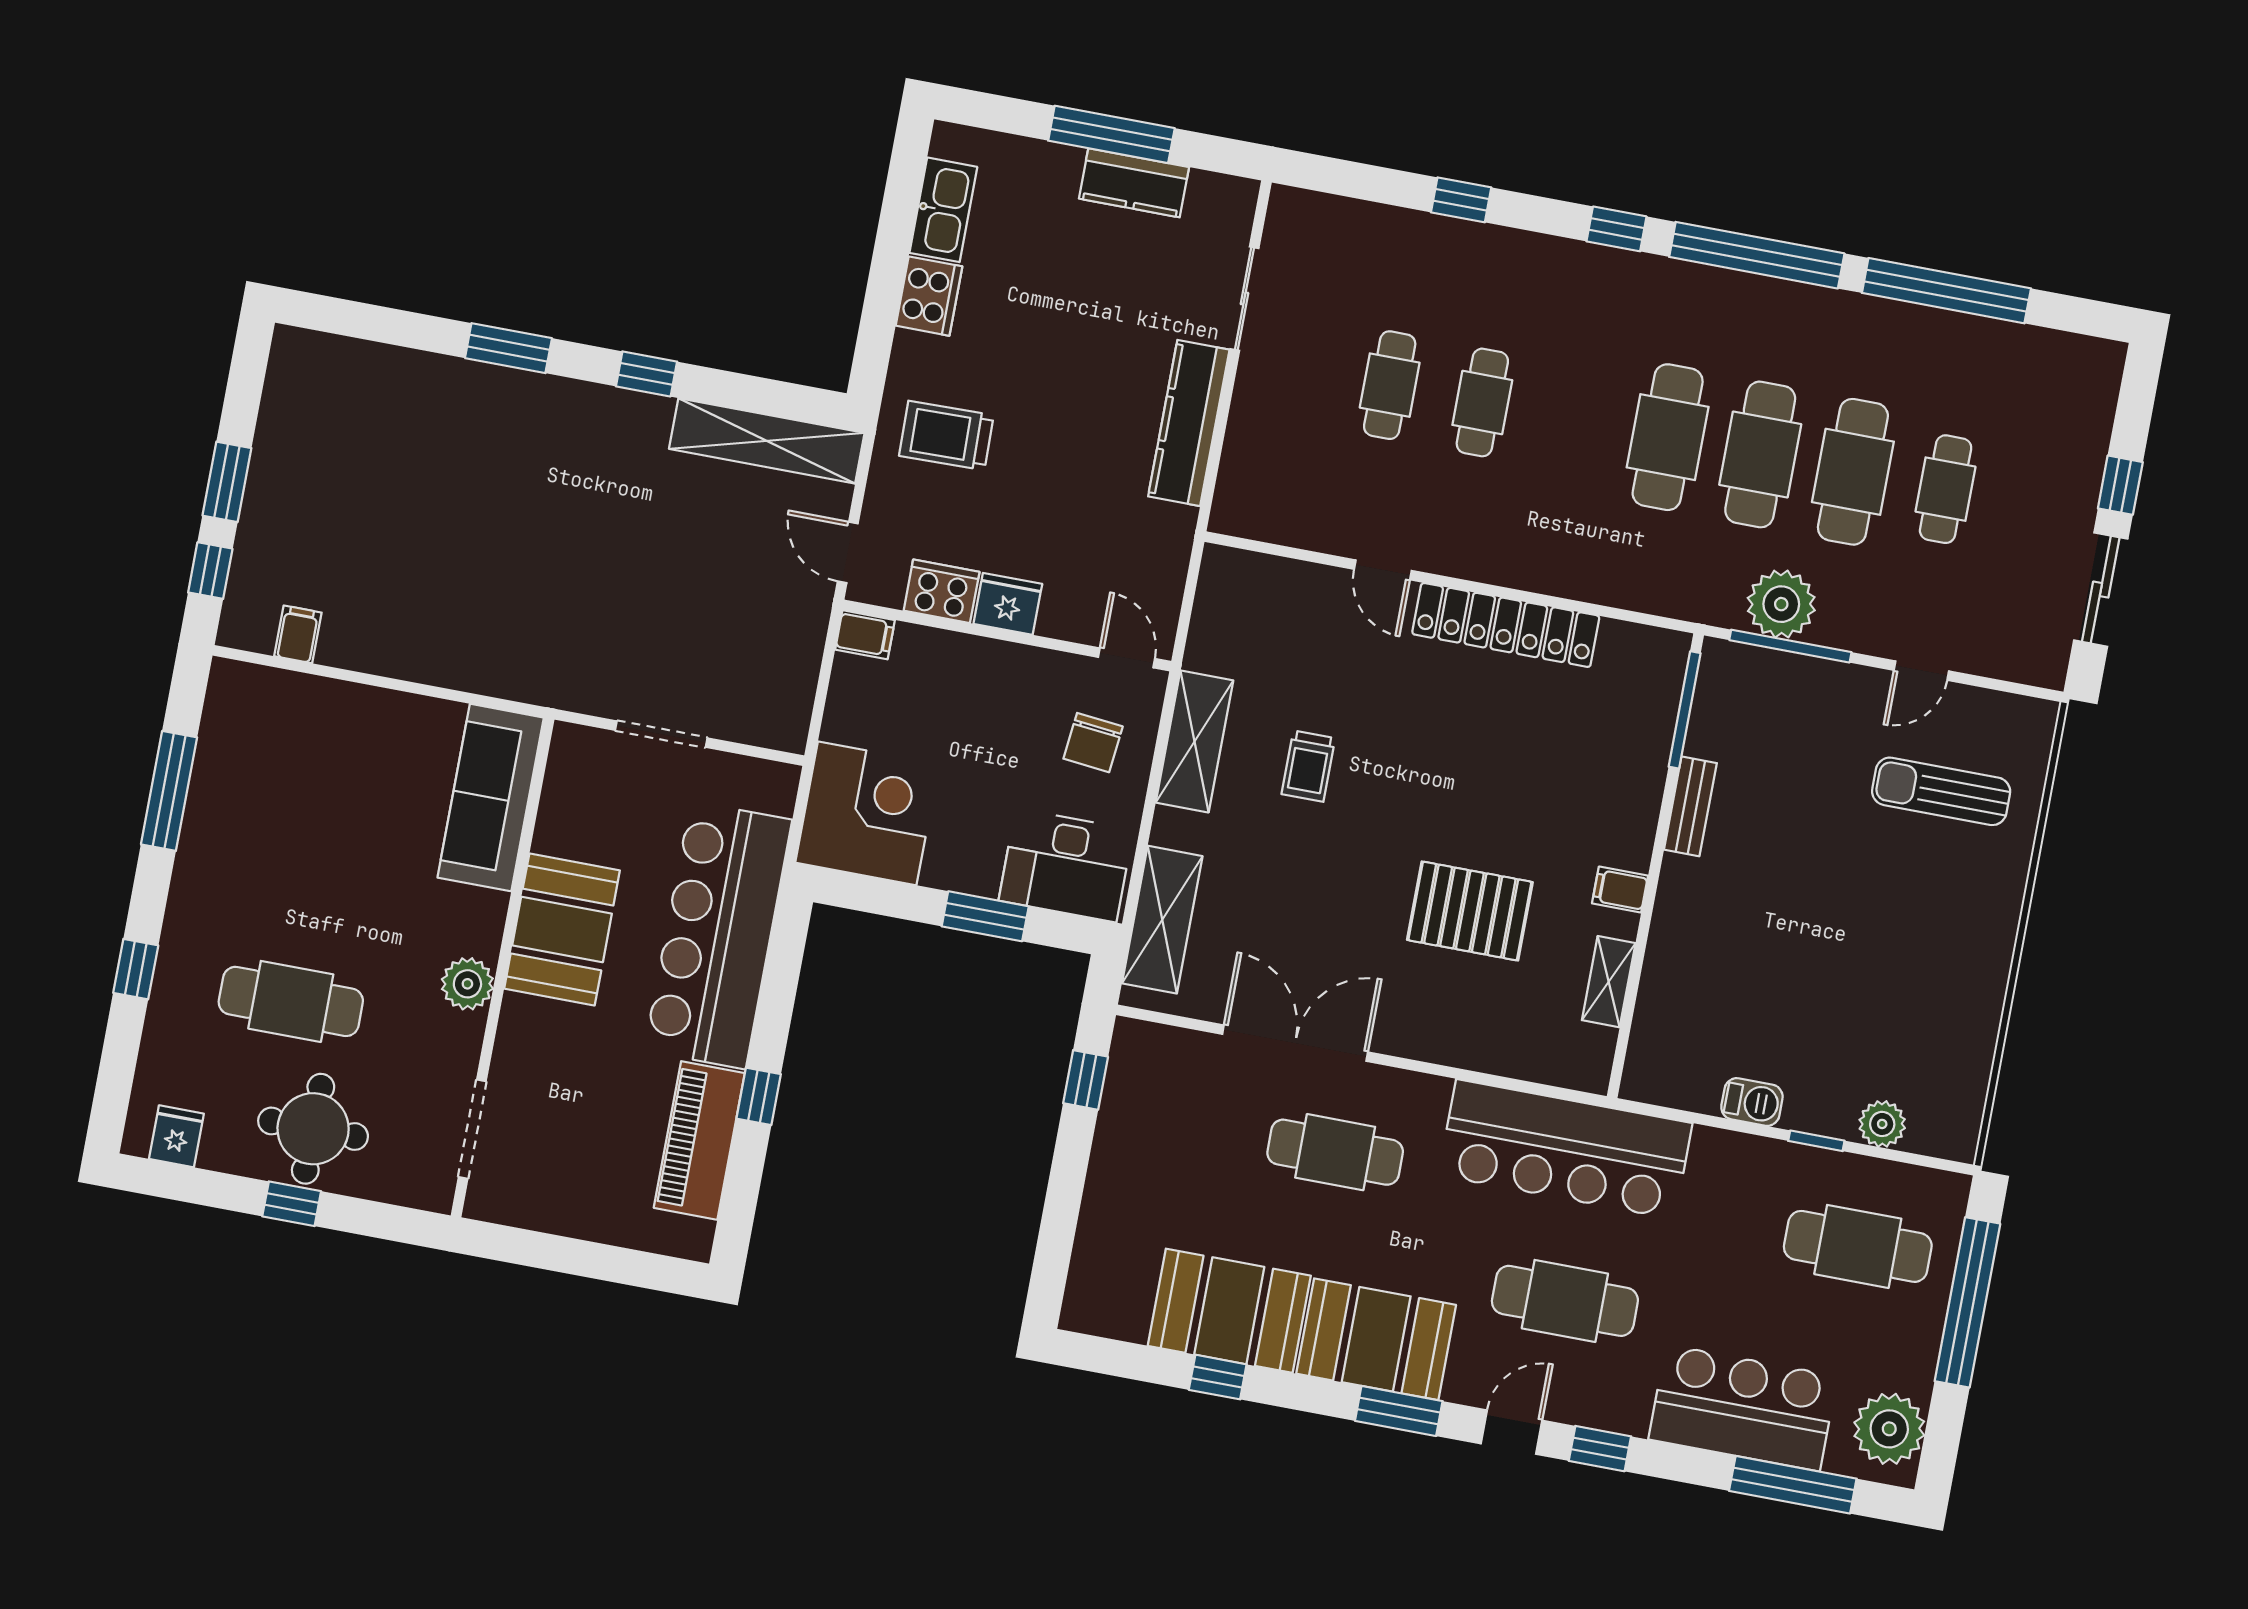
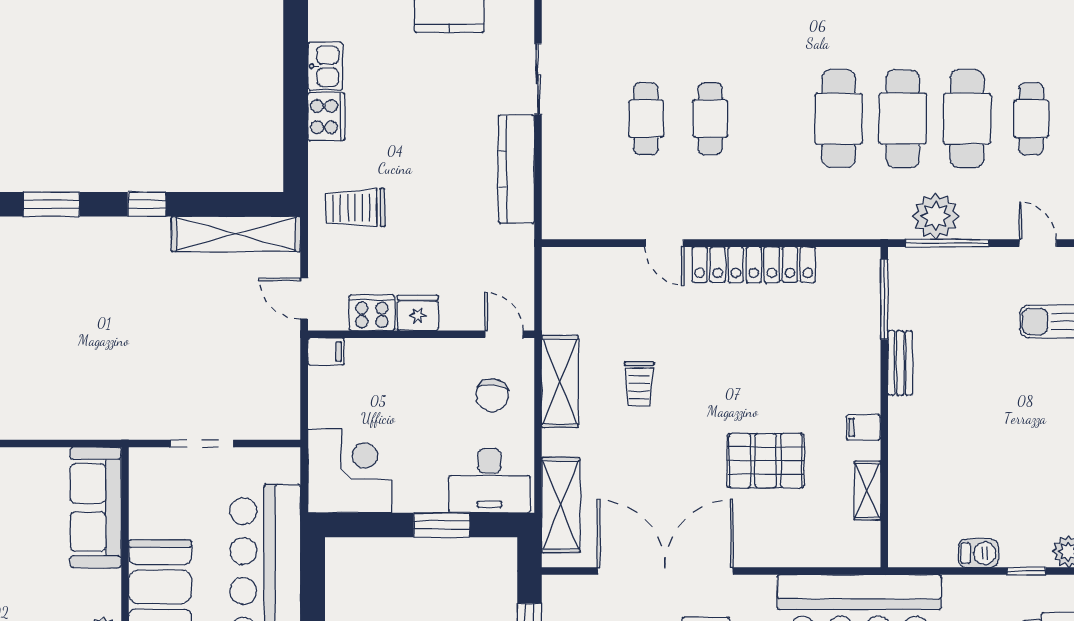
kitchen sink: (943, 210) -> (325, 66), width x0.73
door: (1921, 671) -> (1038, 243), swing flipped
double door: (1295, 1043) -> (665, 571), width x1.36

